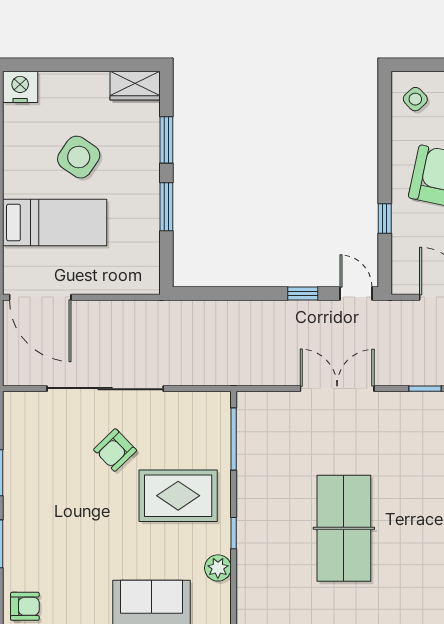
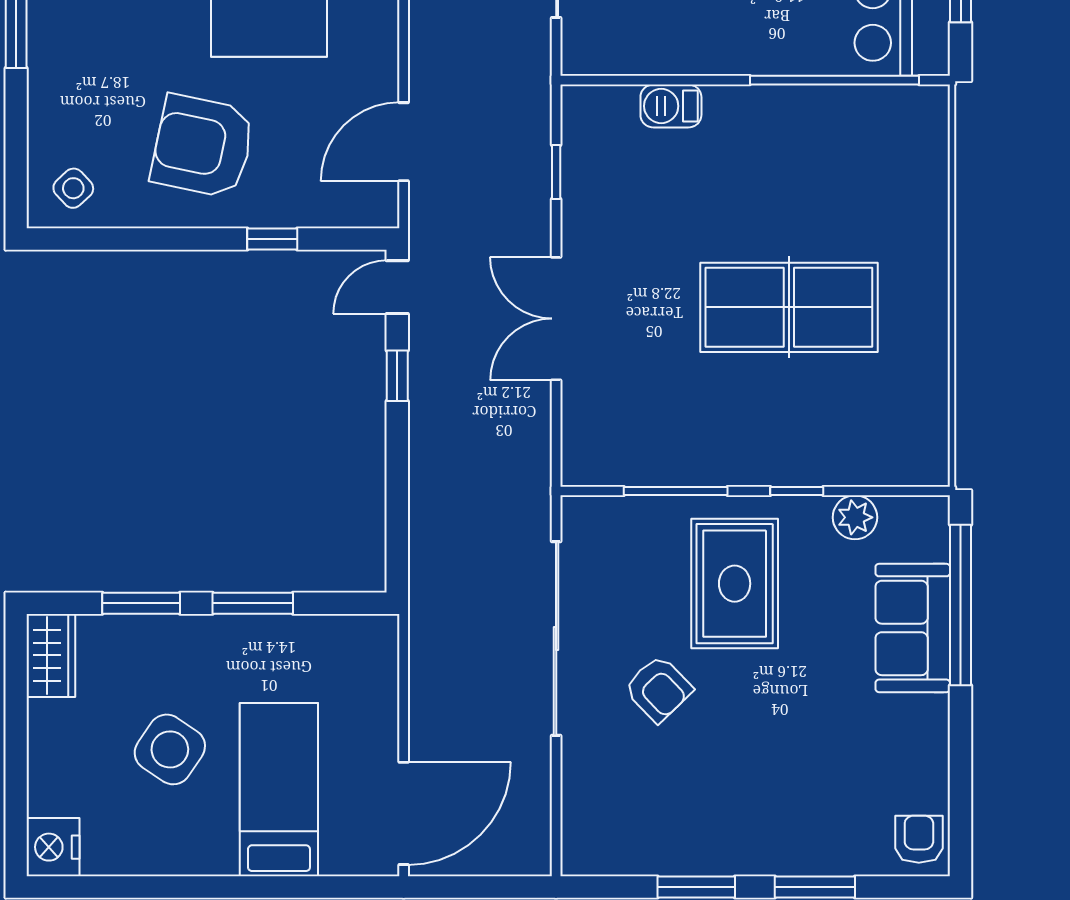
sliding door: (105, 389) -> (556, 639), moved
window: (234, 439) -> (676, 491), moved

